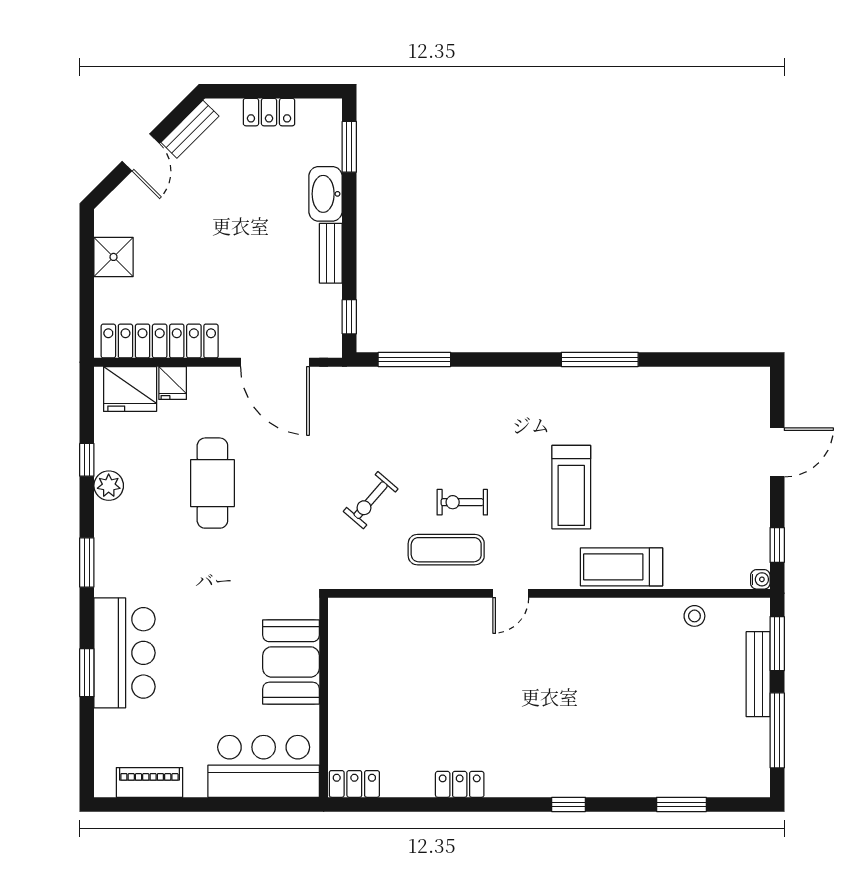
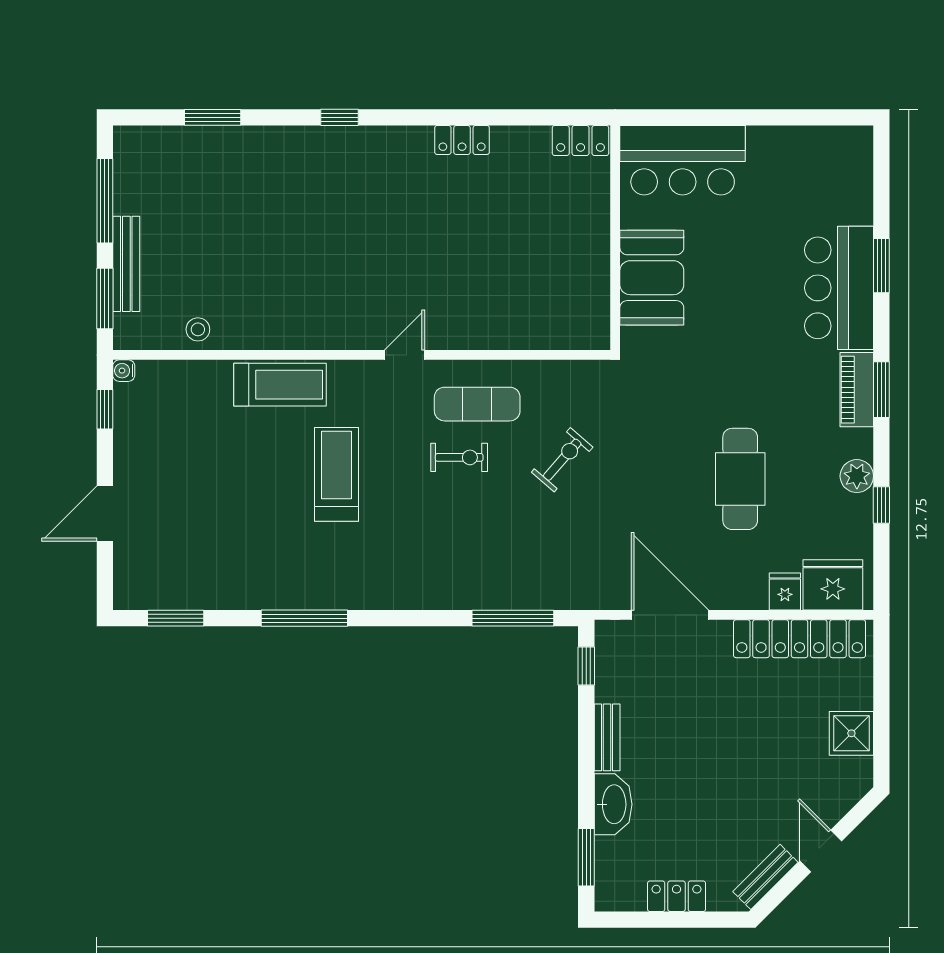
window: (714, 359) -> (176, 618), added
piano: (149, 782) -> (857, 390), moved, turned 90

